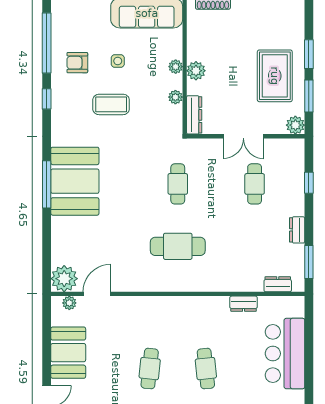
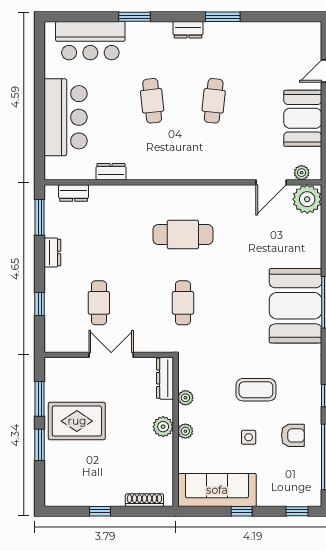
rug: (275, 76) -> (77, 421), turned 90
plant: (295, 125) -> (54, 367), removed

